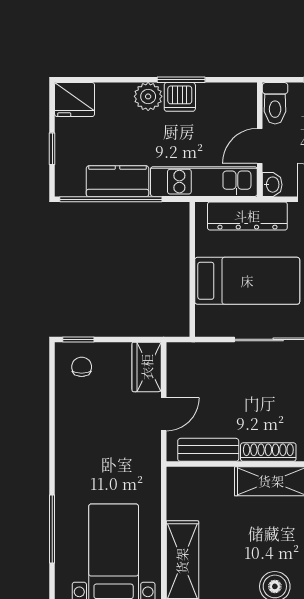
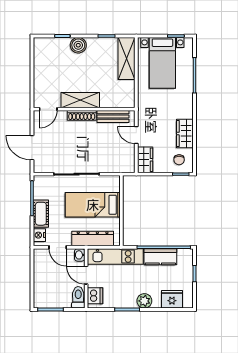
dishwasher: (180, 97) -> (95, 296), moved, turned 90
fridge: (75, 100) -> (172, 299), moved
door: (260, 146) -> (86, 275), swing flipped
door: (164, 414) -> (136, 135), hinge flipped
wardrobe: (71, 417) -> (185, 134), added

